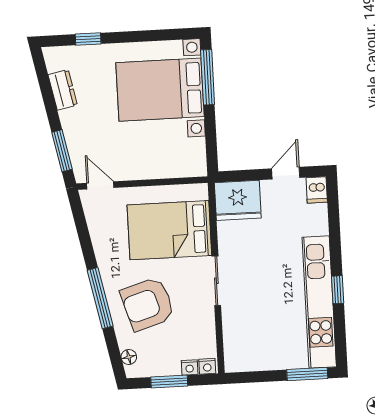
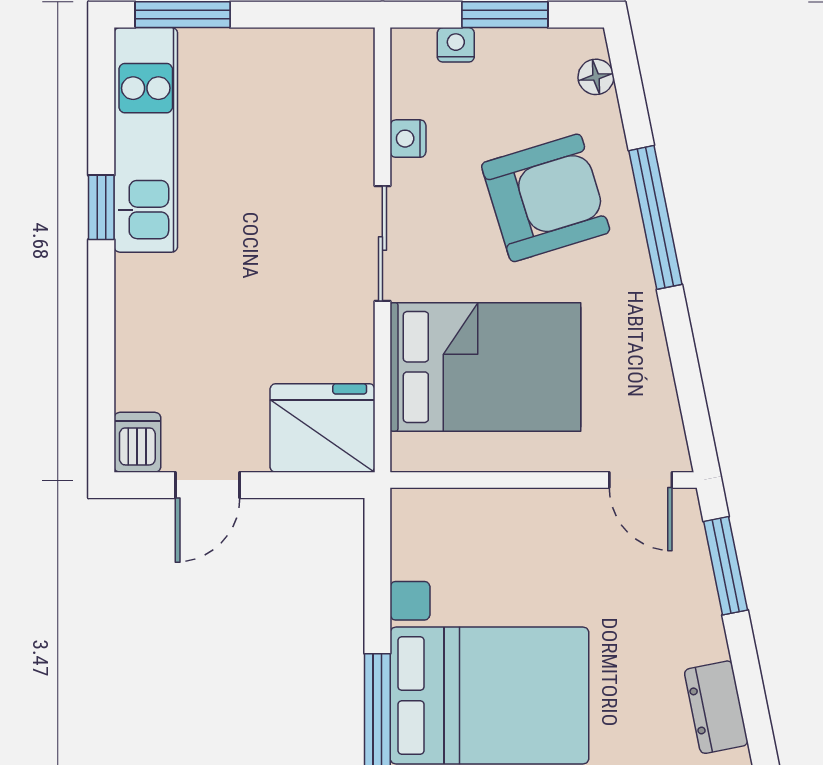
kitchen unit: (319, 302) -> (146, 140), width x0.73
nightstand: (207, 366) -> (408, 139), moved, turned -90

